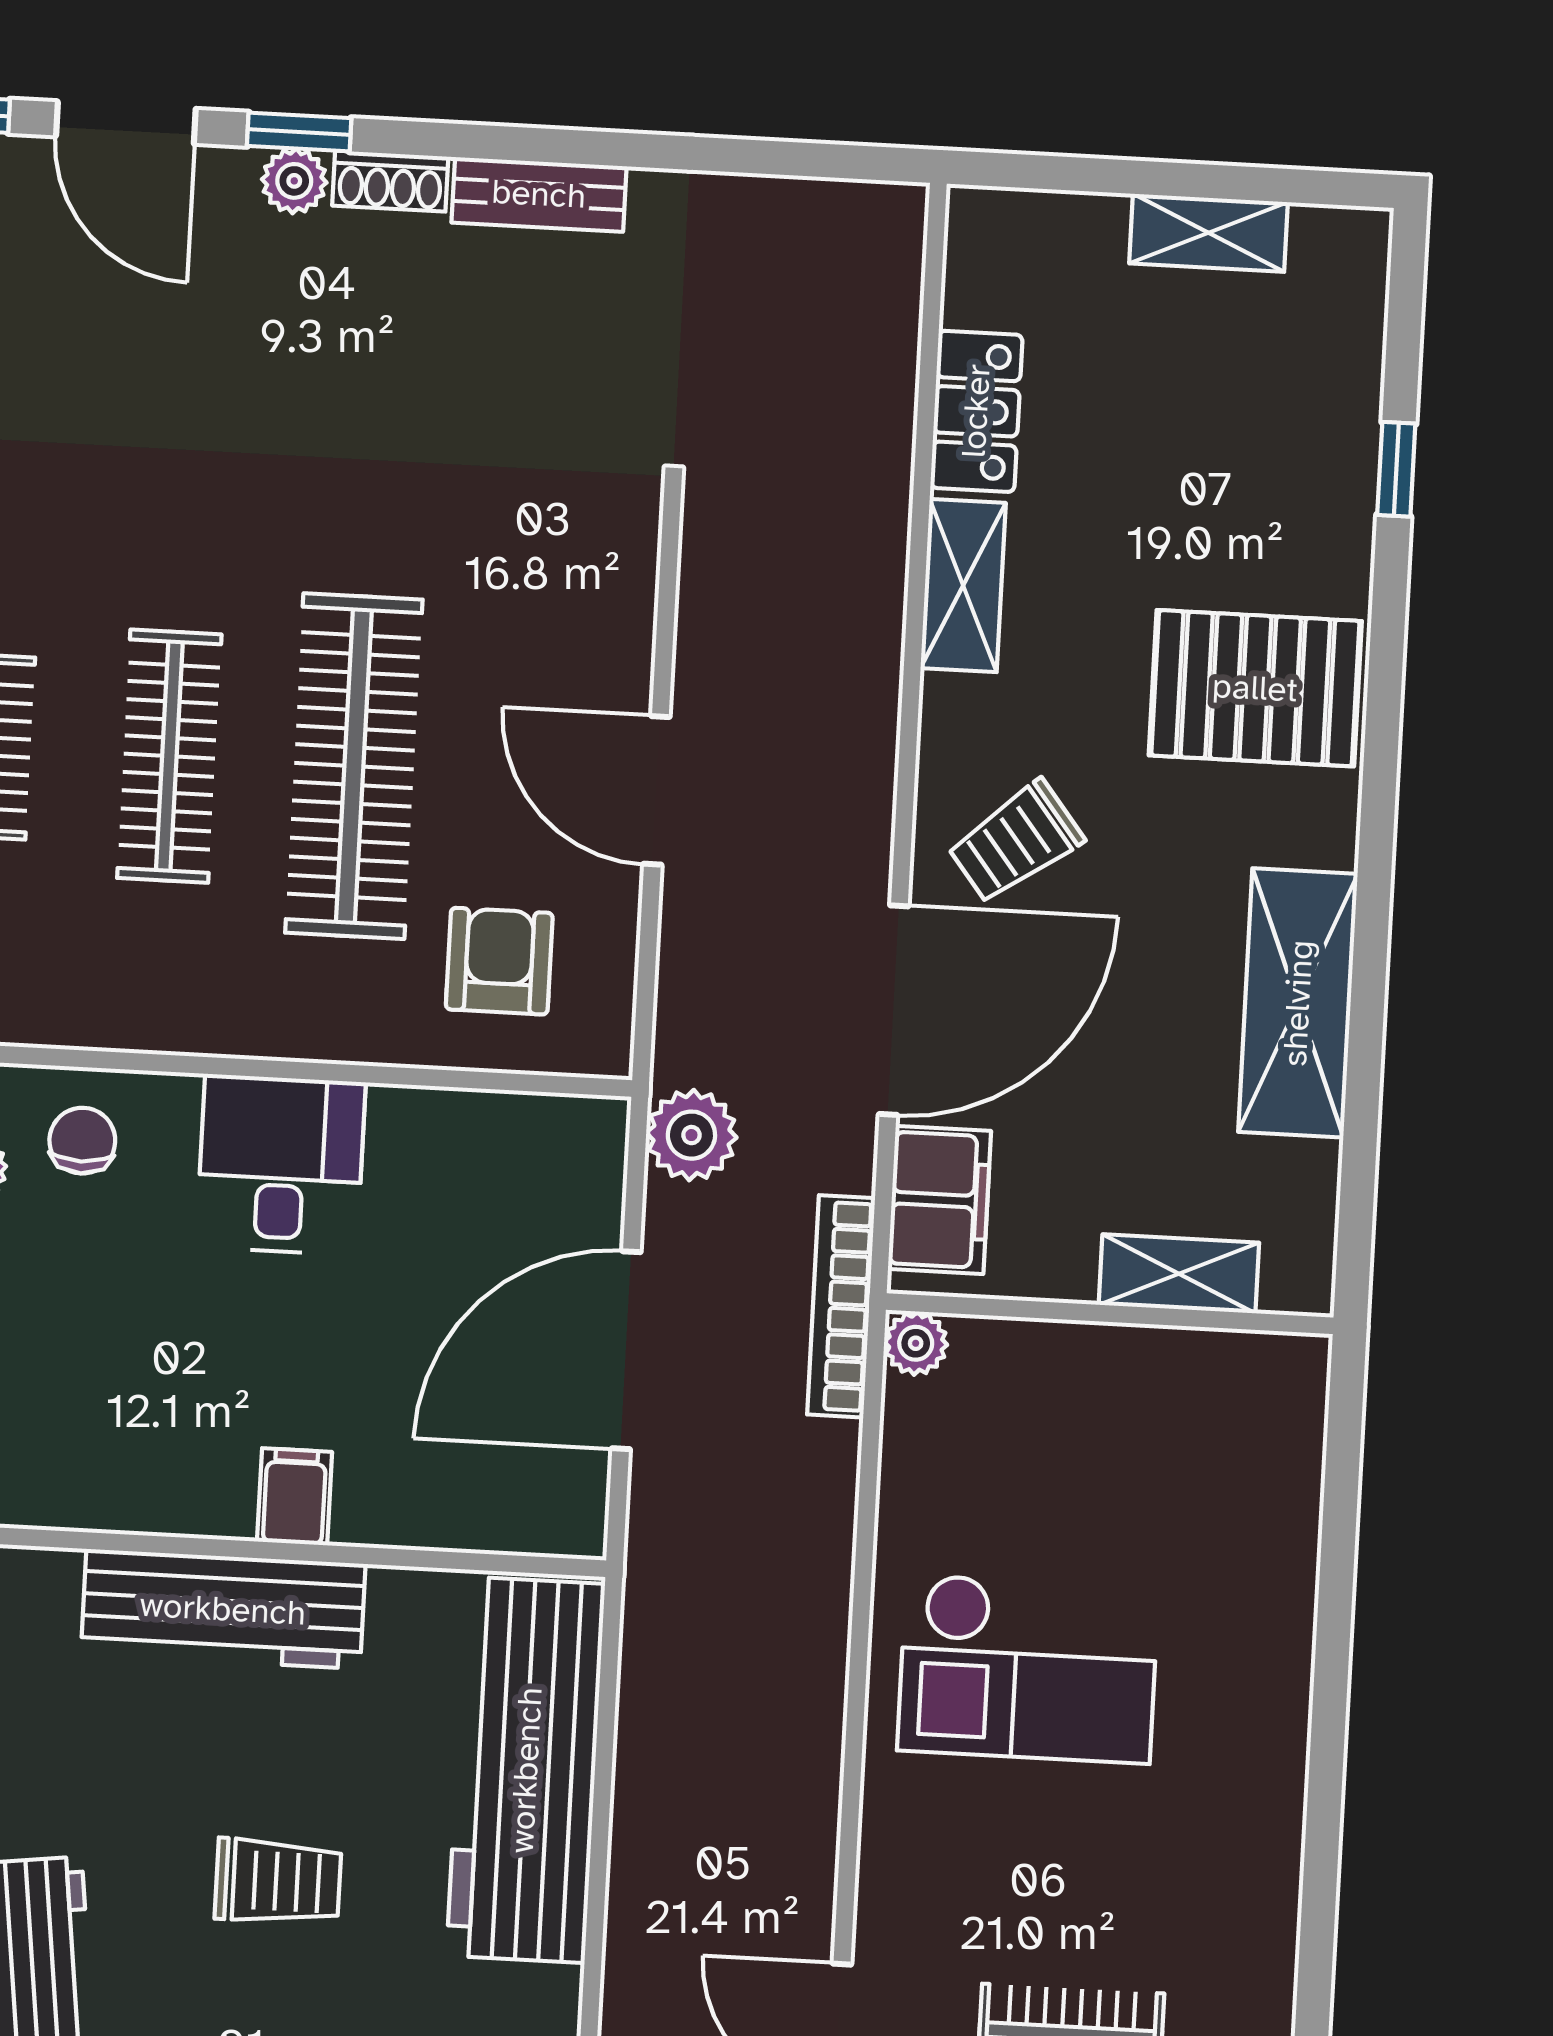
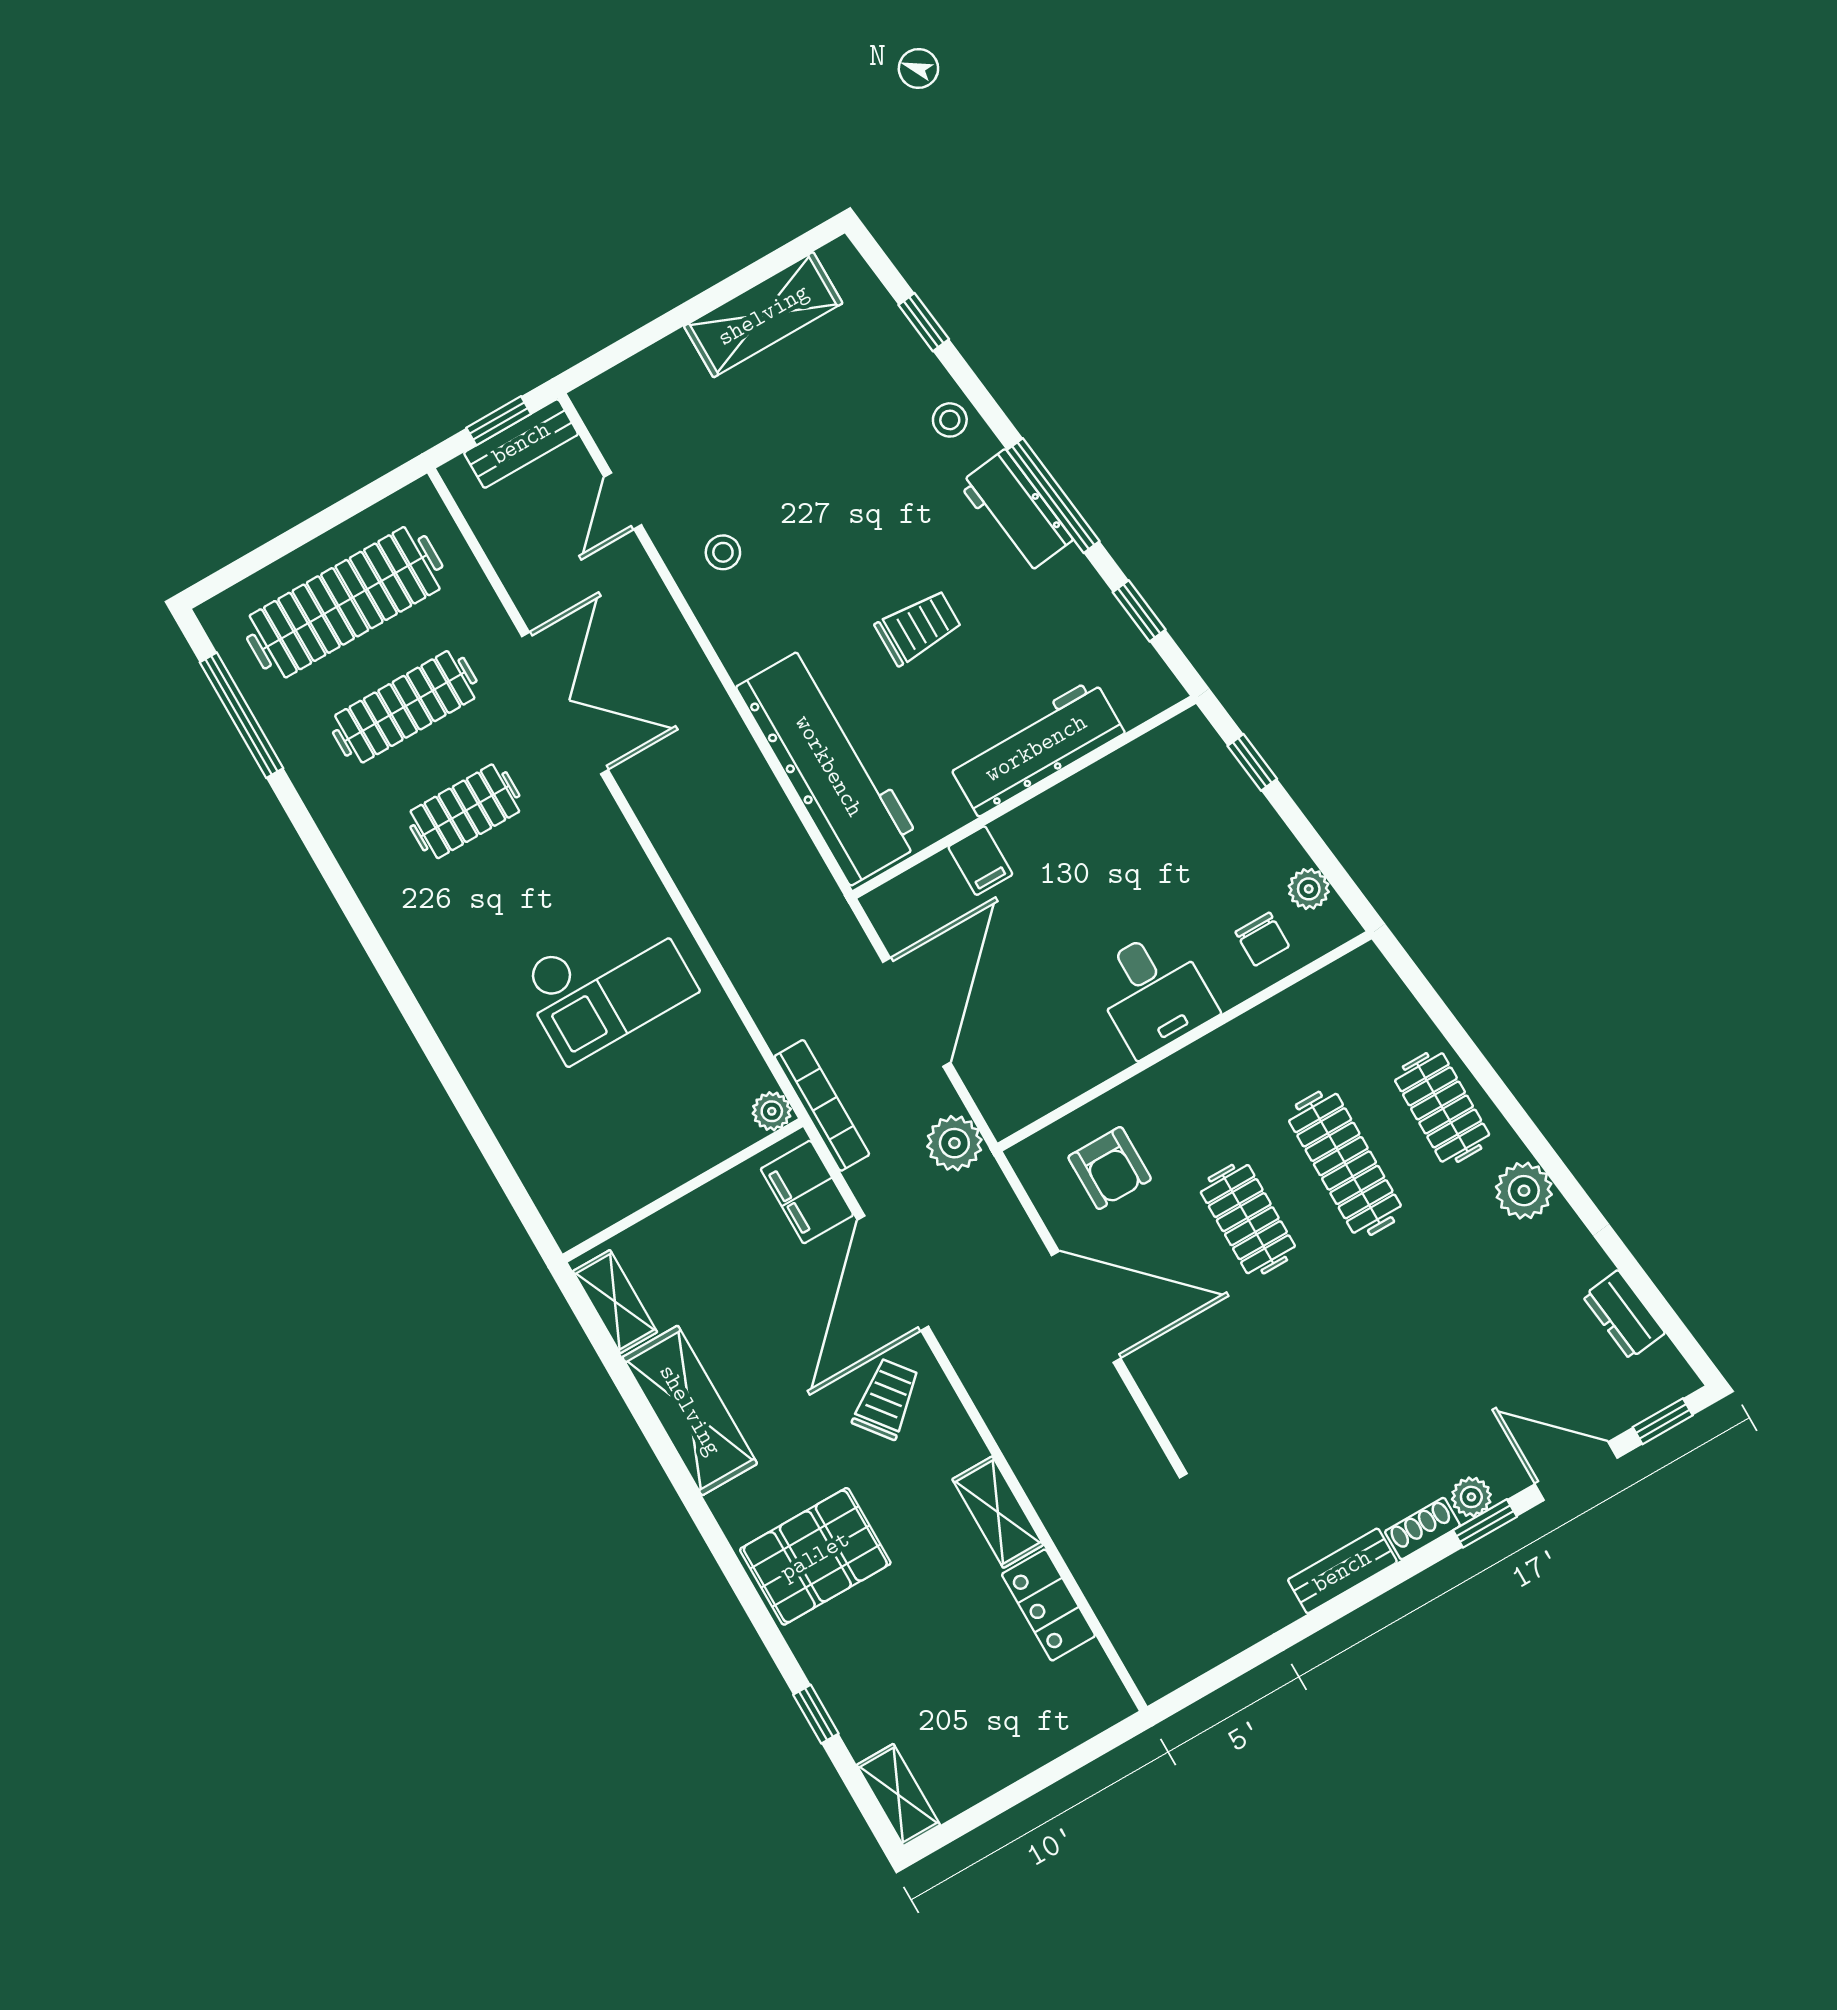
shelving: (1209, 233) -> (898, 1795), moved, turned 90
clothes rail: (354, 766) -> (1248, 1219), width x0.54, depth x0.76
door: (656, 790) -> (1086, 1307), width x1.36
shelving: (1179, 1274) -> (615, 1302), moved, turned 90
filing cabinet: (295, 1497) -> (980, 861), moved
checkout: (1028, 1669) -> (607, 983), turned 180
trolley: (278, 1881) -> (918, 627), turned 180

